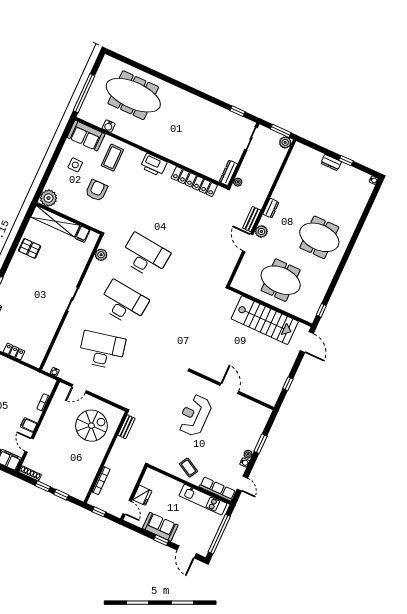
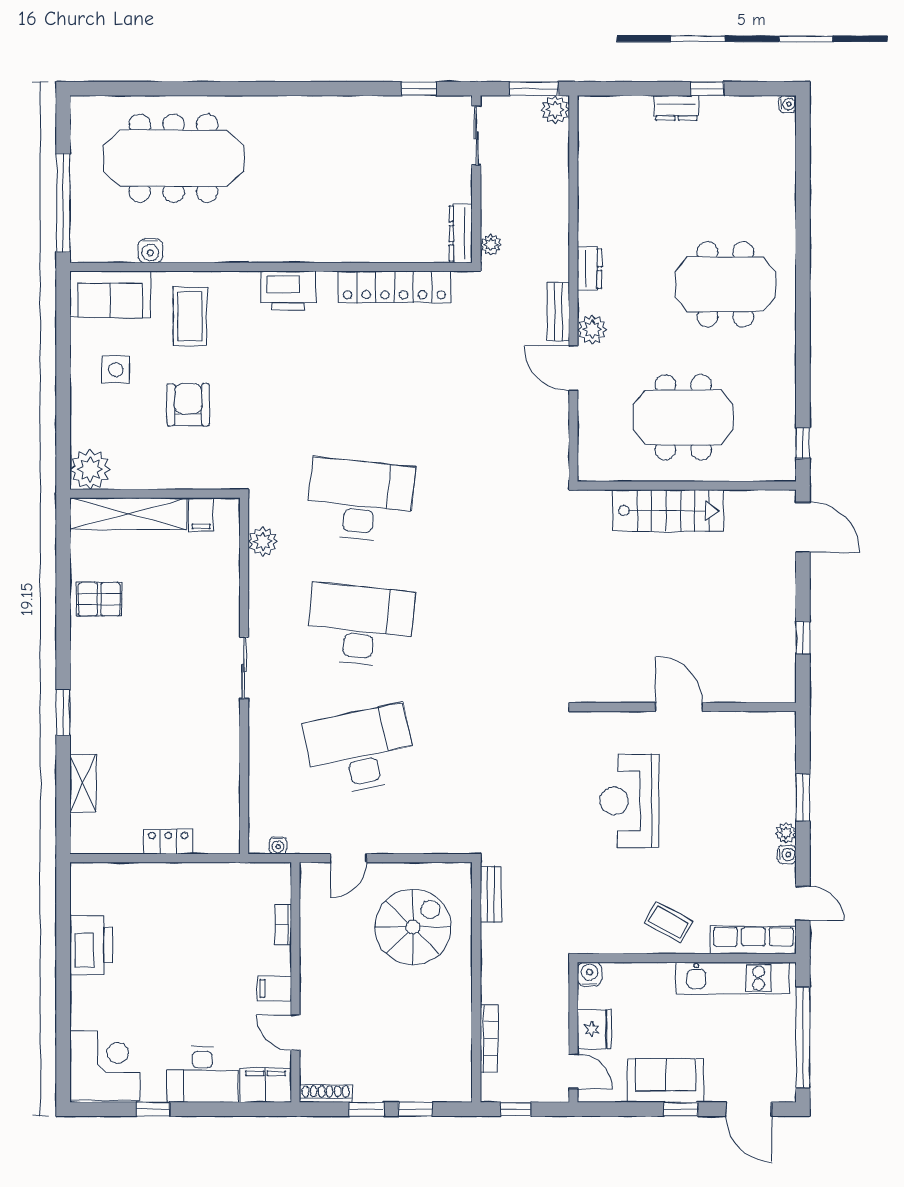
stairs: (265, 320) -> (668, 510), width x0.73, depth x0.66
water cooler: (150, 474) -> (589, 974), added

